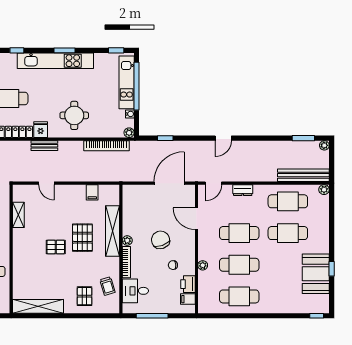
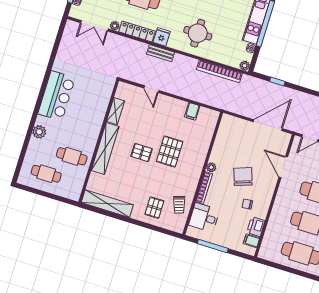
shelving: (112, 231) -> (105, 149), moved
plant: (203, 265) -> (276, 213), removed

